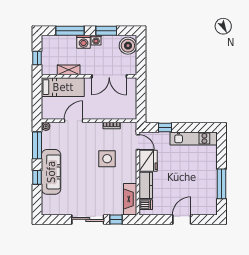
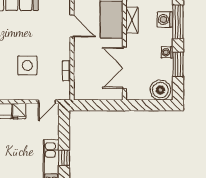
washing machine: (84, 42) -> (165, 20), moved
window: (165, 127) -> (64, 158), moved
fridge: (148, 161) -> (19, 111), width x0.53, depth x0.75

